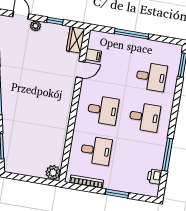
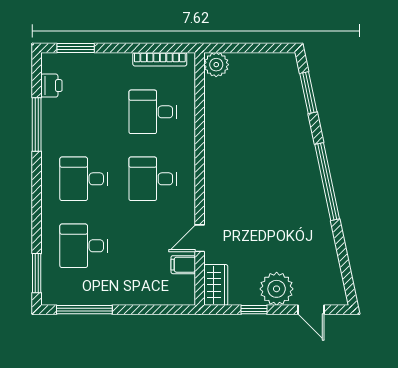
plant: (35, 26) -> (277, 289), width x1.88, depth x1.88
window: (131, 34) -> (84, 310), moved
window: (117, 194) -> (76, 48), moved

